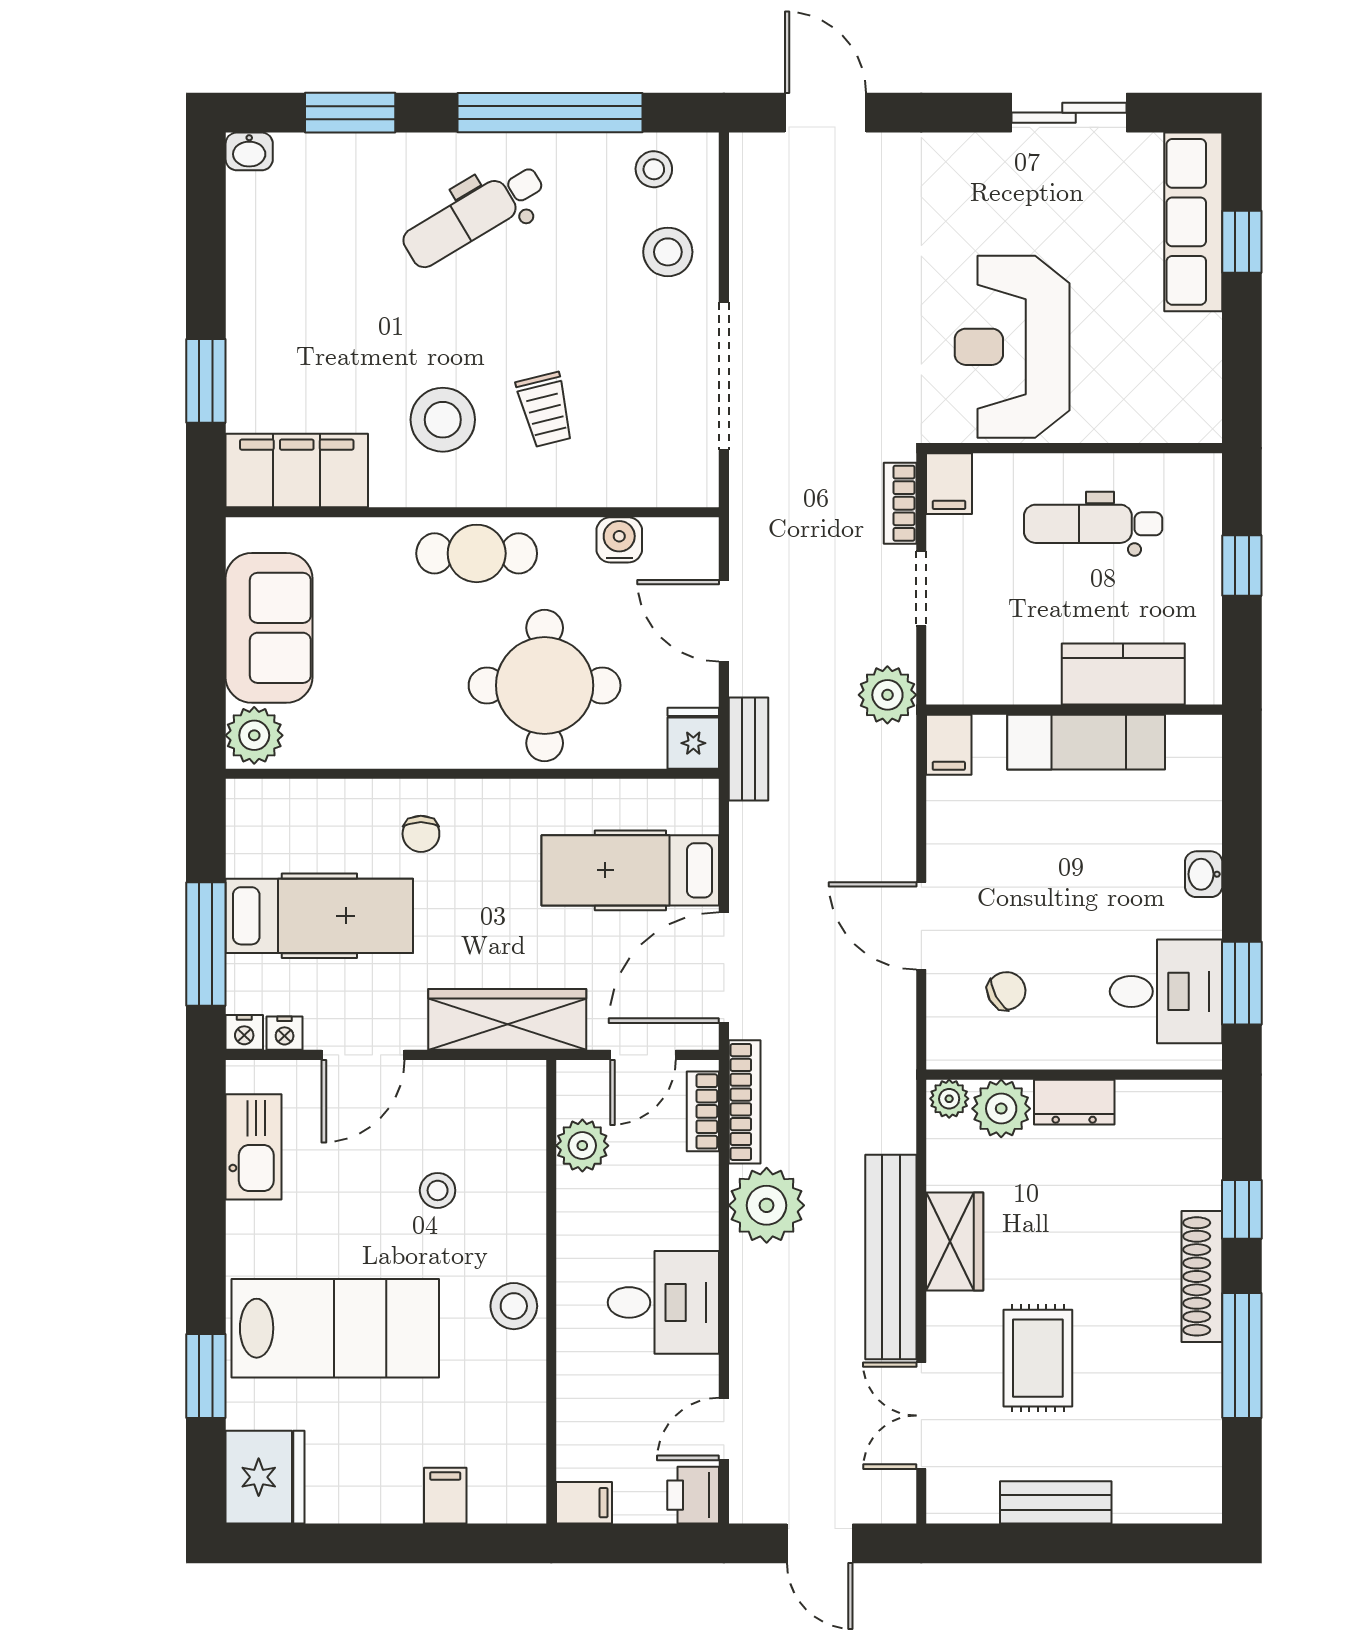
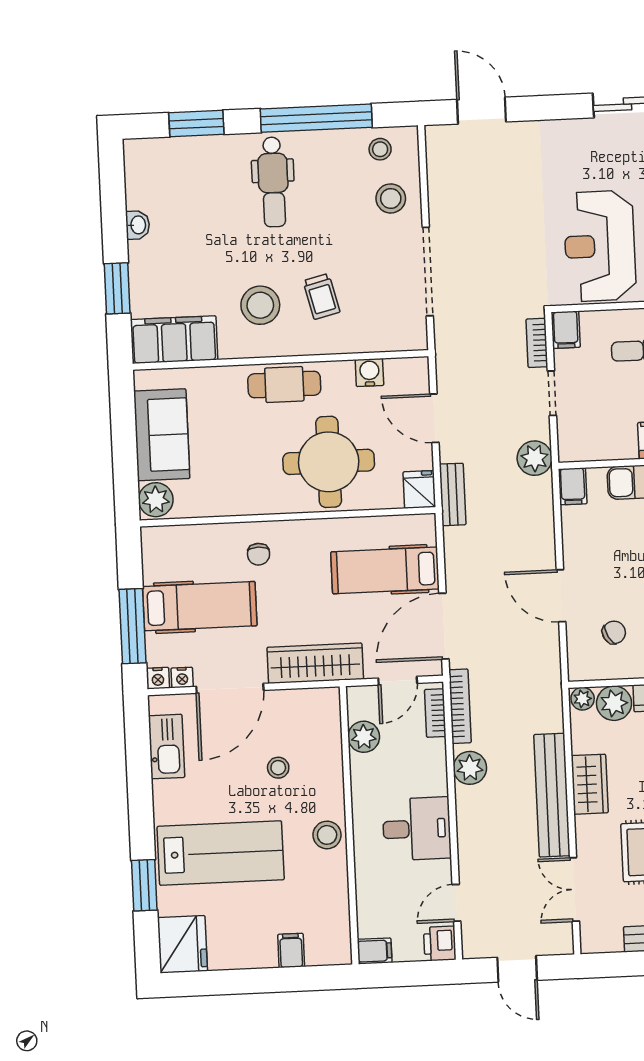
washbasin: (249, 151) -> (138, 225), moved, turned -90
dental chair: (474, 216) -> (273, 182), turned -59
door: (363, 1055) -> (230, 688), width x1.36
plant: (767, 1205) -> (470, 768), width x0.73, depth x0.73

